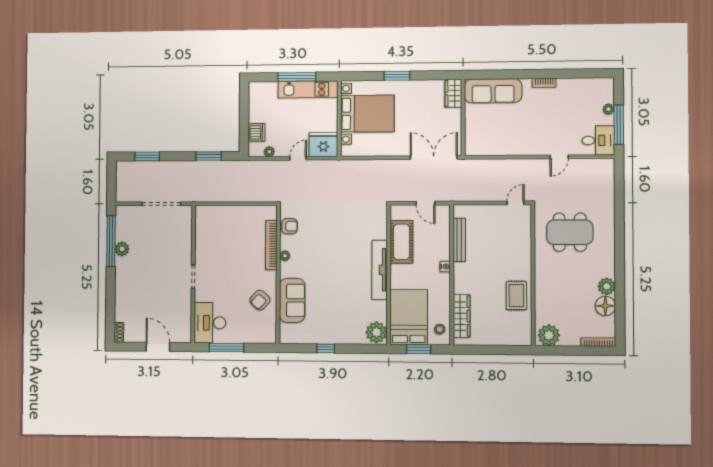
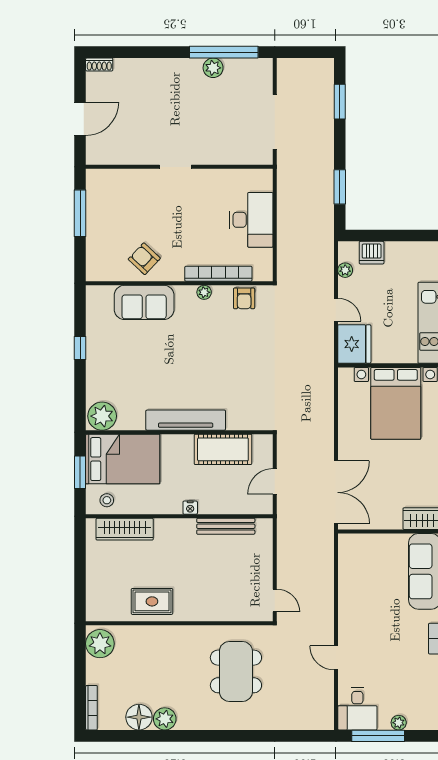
desk: (210, 323) -> (251, 220), moved, turned 90

